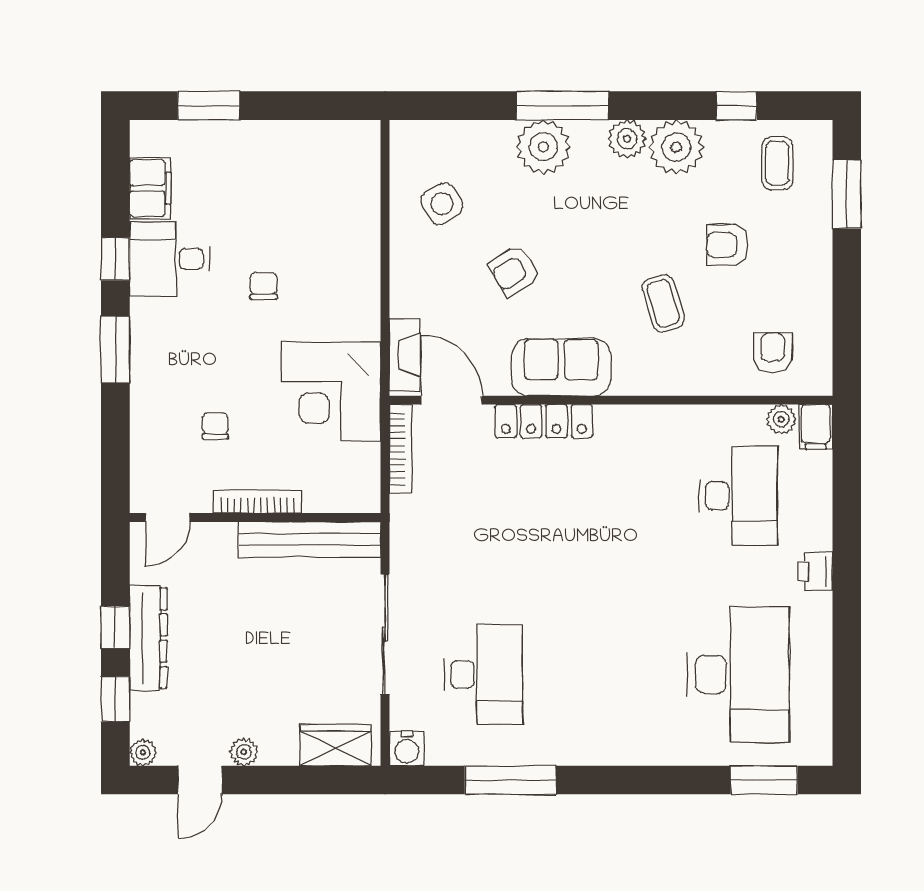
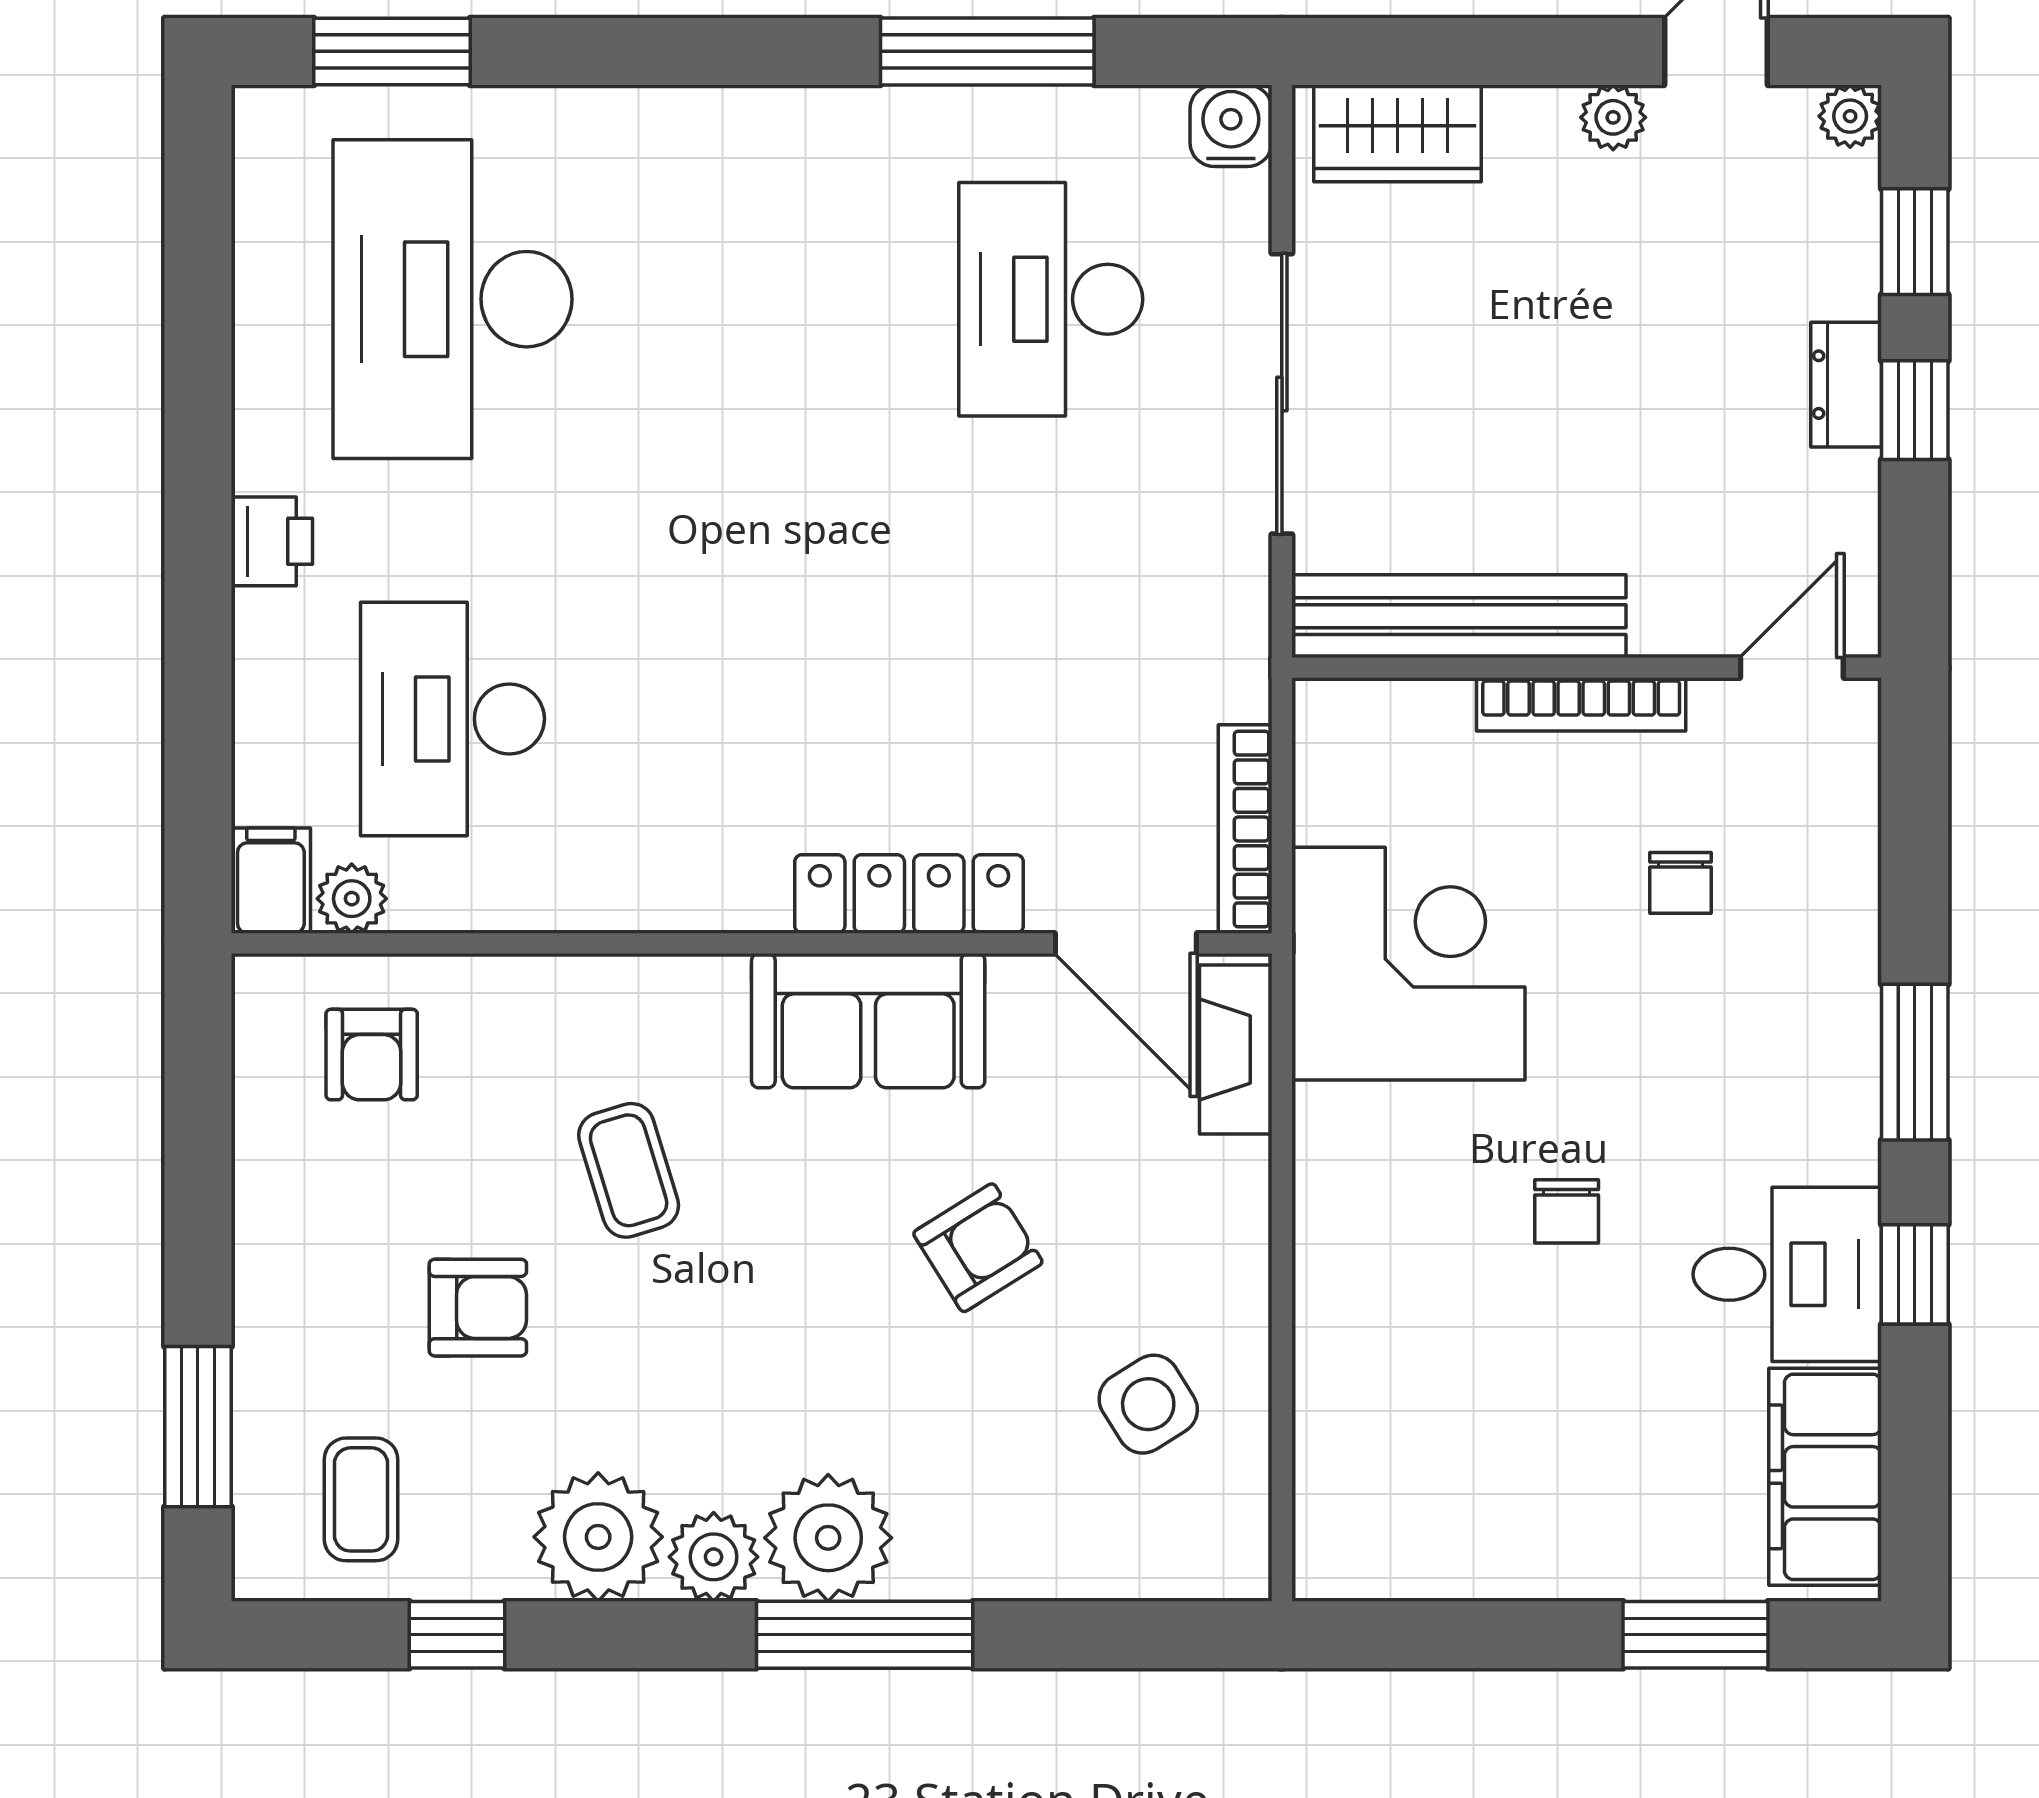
plant: (543, 147) -> (828, 1538), moved
filing cabinet: (150, 188) -> (1825, 1477), width x1.50, depth x1.17
dresser: (148, 638) -> (1846, 385), width x0.51, depth x0.80

